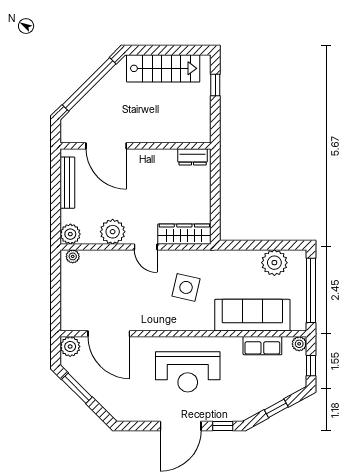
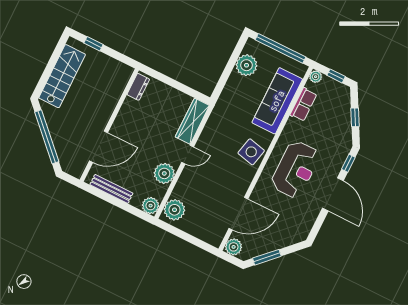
plant: (73, 256) -> (174, 210), width x1.88, depth x1.88
side table: (186, 287) -> (251, 152), moved

